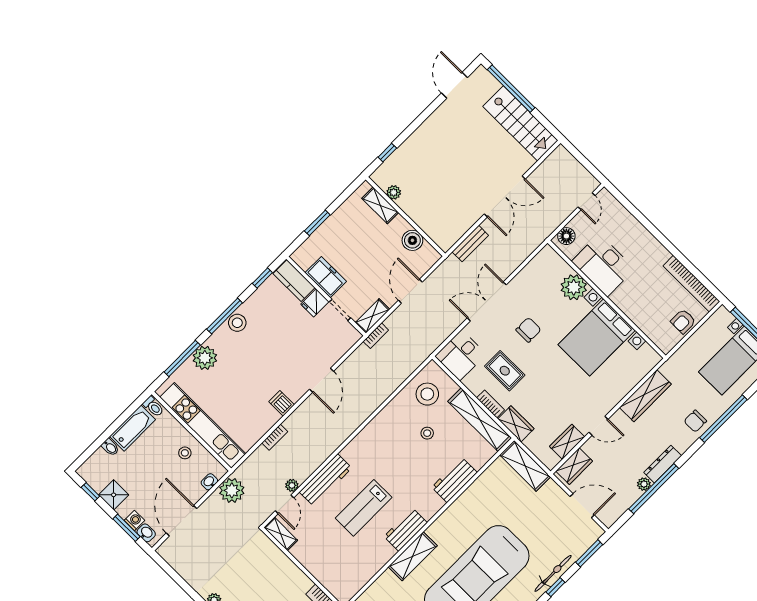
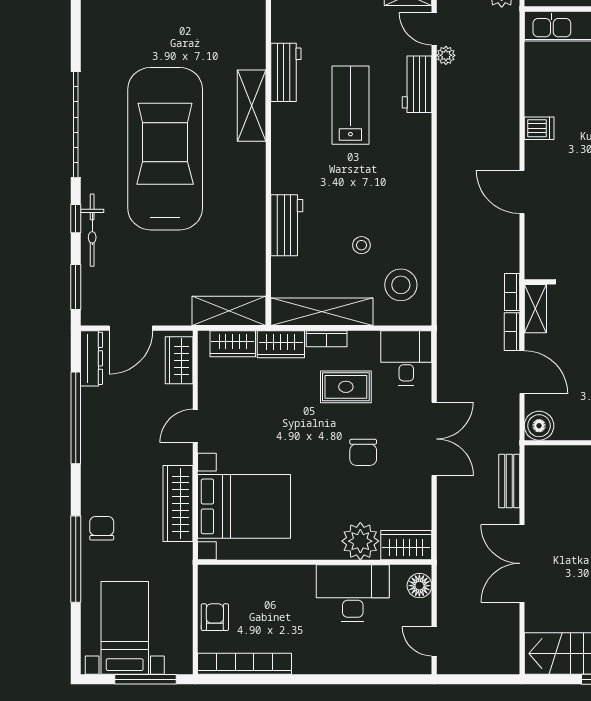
boiler: (412, 240) -> (539, 426), moved
wardrobe: (553, 263) -> (406, 545), added
bed with nightstands: (597, 337) -> (244, 506), moved, turned 90
bookcase: (275, 437) -> (512, 332), moved
wardrobe: (567, 442) -> (233, 344), moved, turned 90
dresser: (663, 464) -> (91, 358), moved
workbench: (326, 480) -> (417, 84), width x0.73
plant: (644, 484) -> (90, 412), removed
workbench: (406, 530) -> (286, 72), moved

